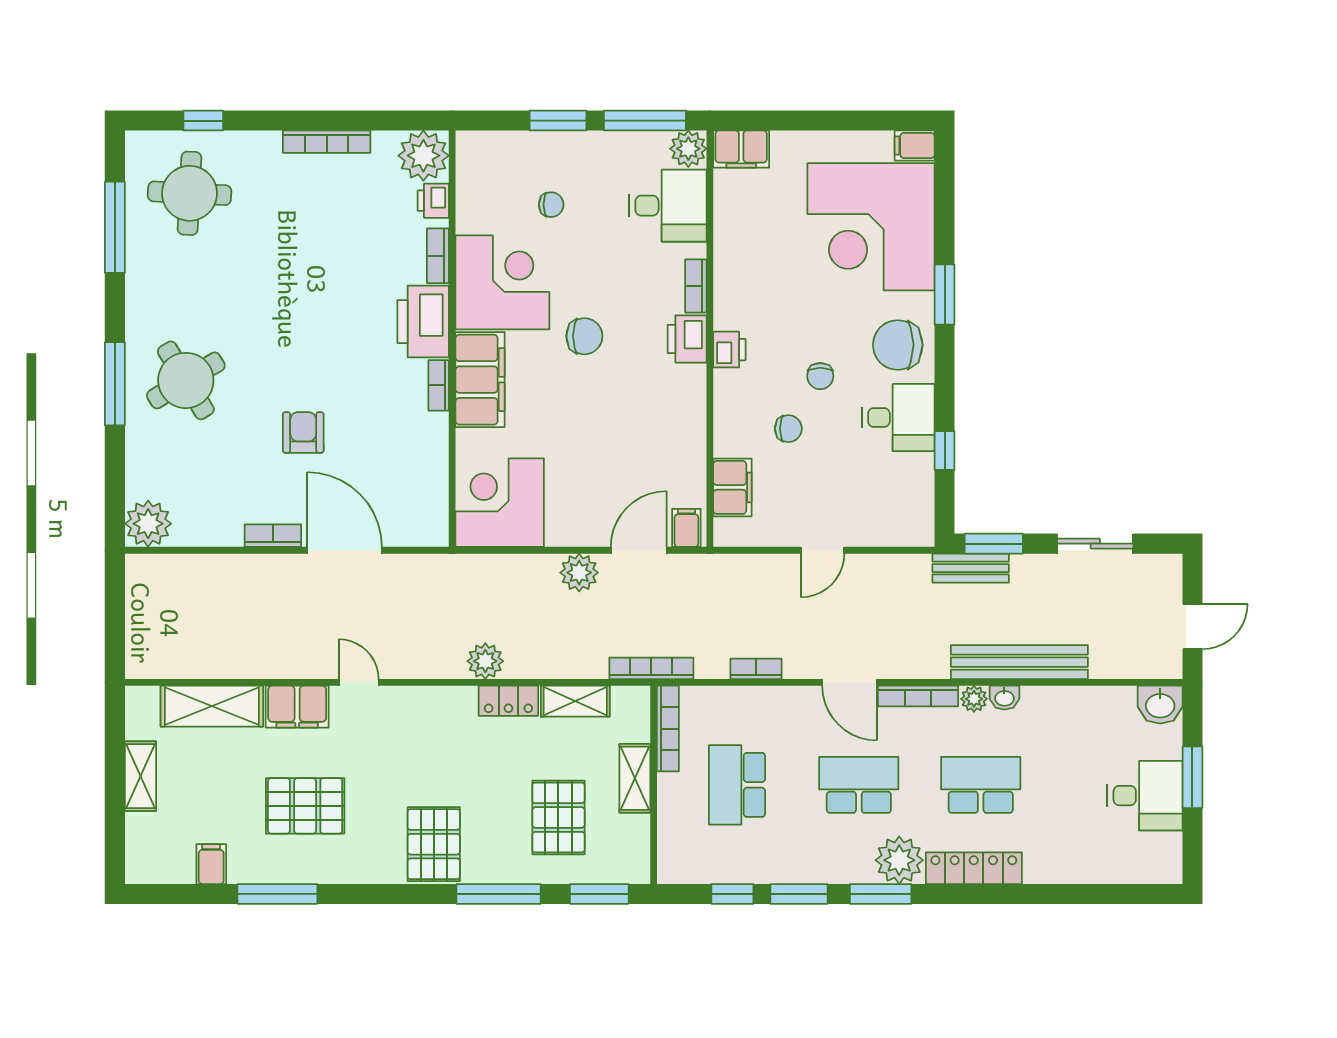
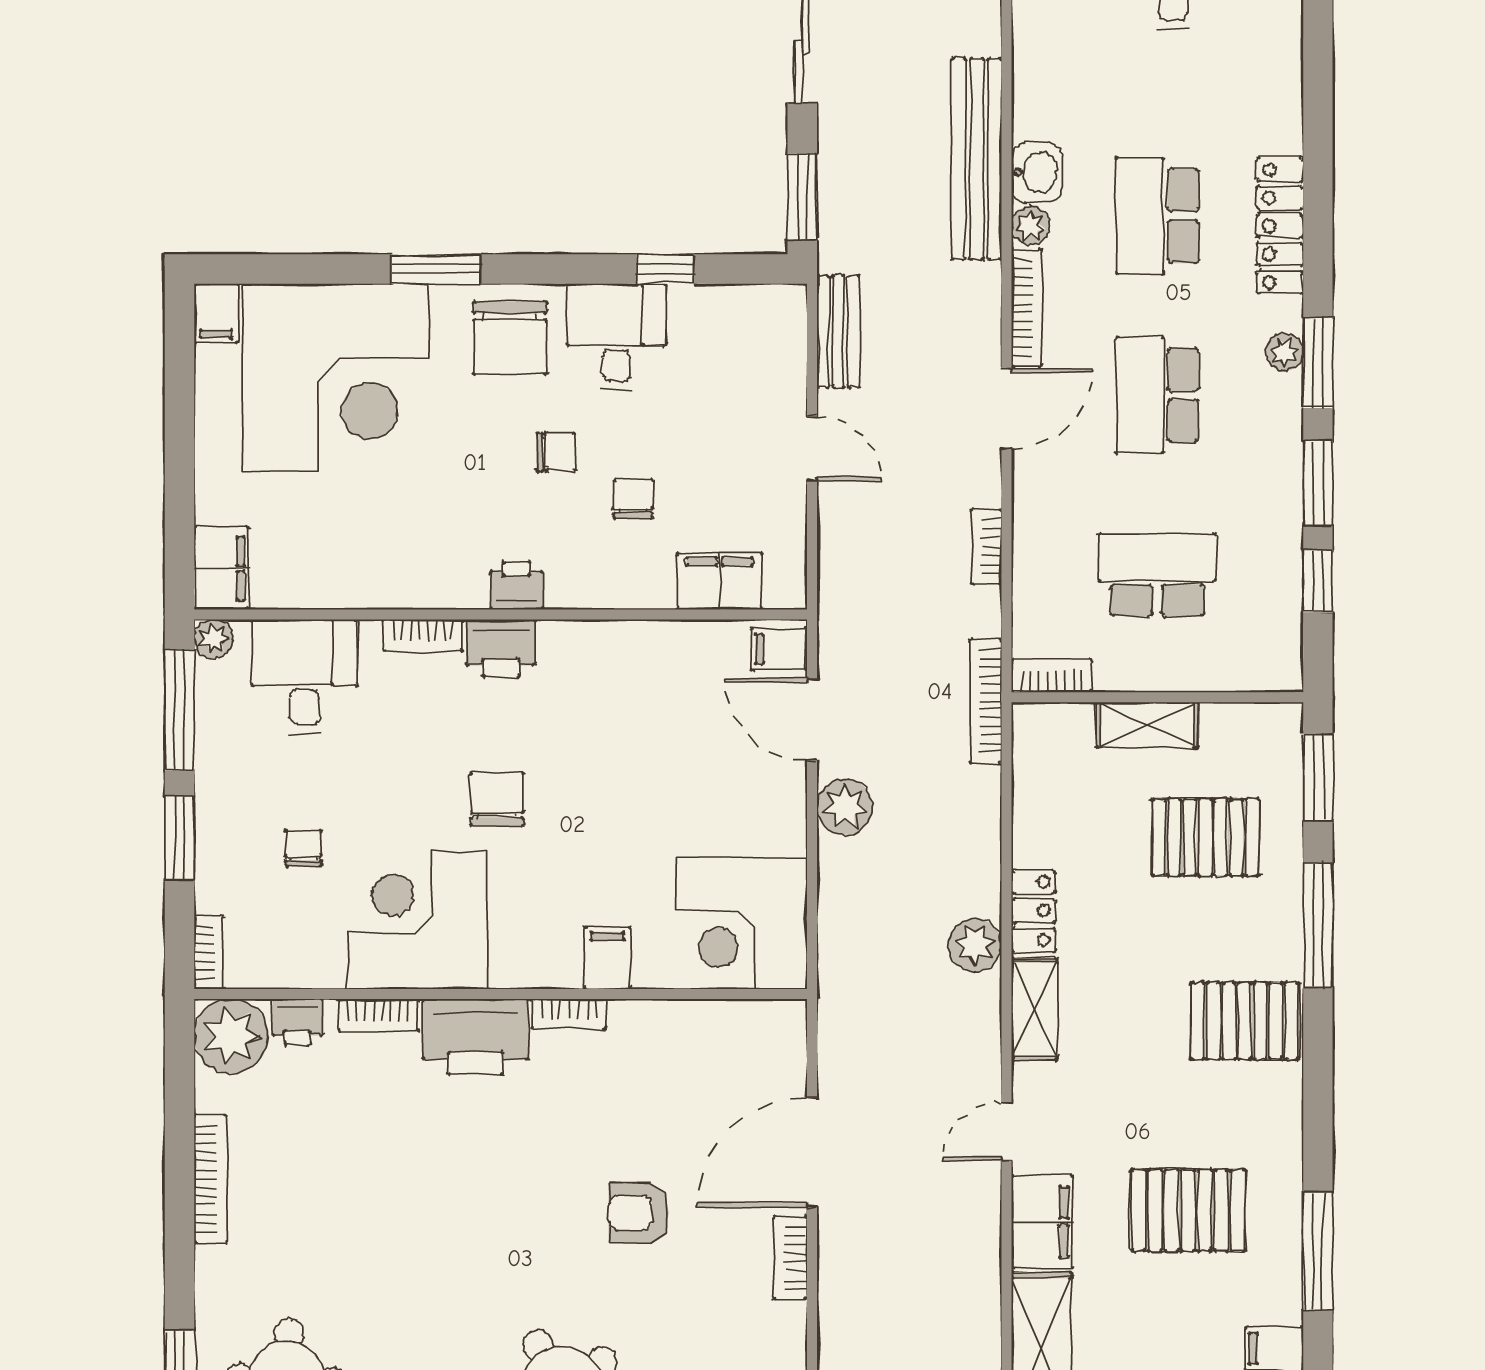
bookcase: (480, 140) -> (209, 952), added
plant: (688, 149) -> (214, 639), width x0.73, depth x0.73
filing cabinet: (480, 380) -> (607, 958), width x0.33, depth x0.86
bench: (971, 568) -> (838, 331), moved
washbasin: (1004, 698) -> (1037, 172), width x1.38, depth x1.45
shelving: (575, 701) -> (1034, 1009), moved
bookcase: (668, 729) -> (1052, 676), width x0.64
school desk: (737, 785) -> (1157, 575), turned 180
pallet: (305, 806) -> (1188, 1210), turned 90
plant: (899, 860) -> (1285, 352), width x0.53, depth x0.53

